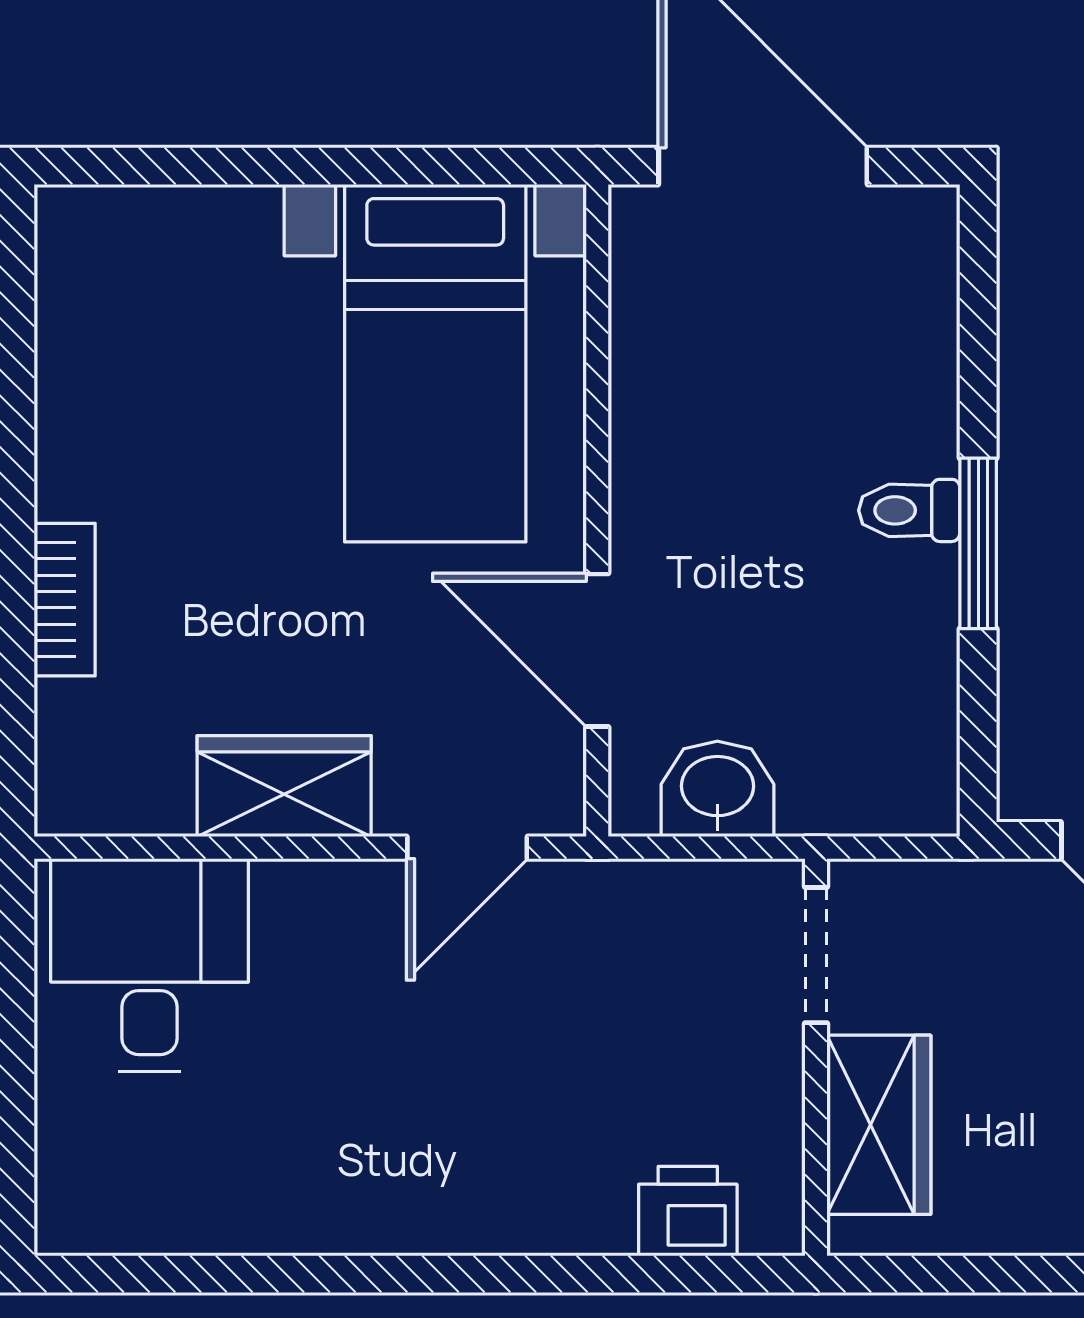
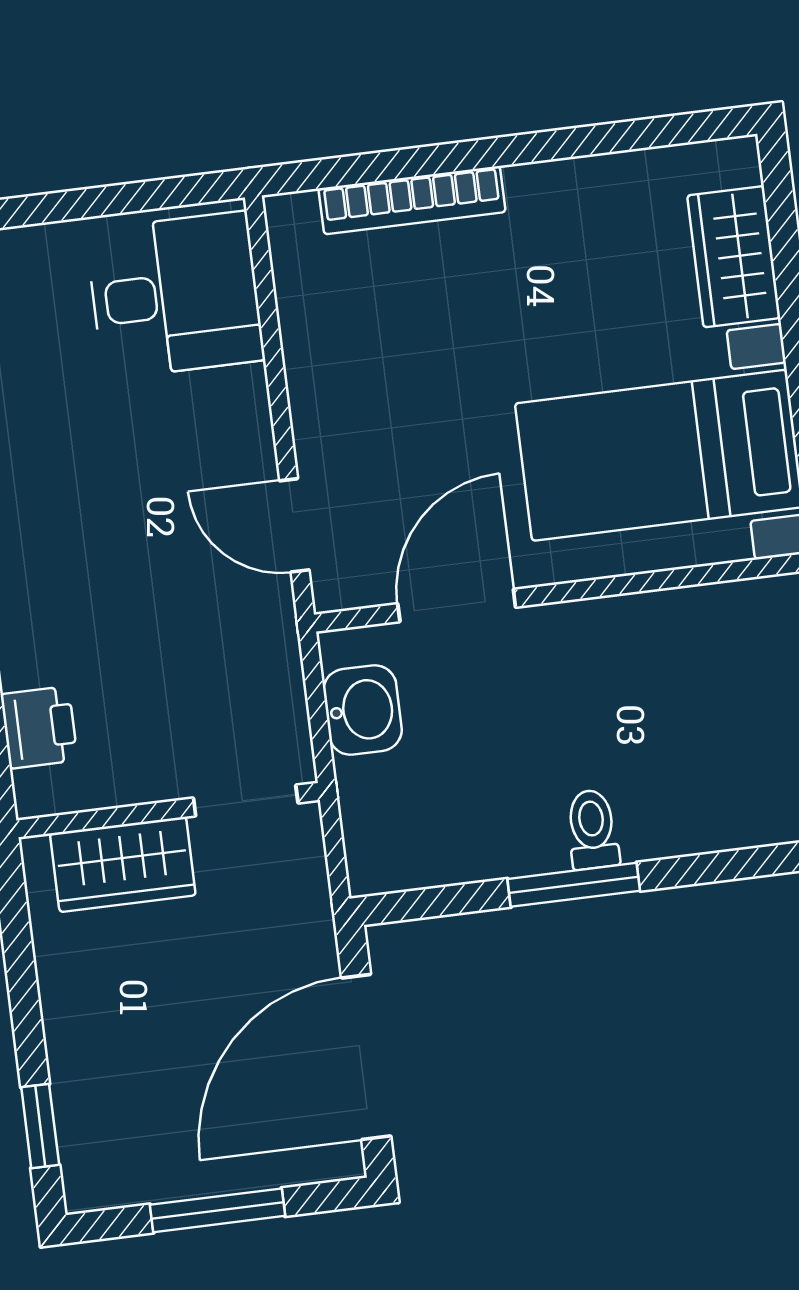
bookcase: (65, 600) -> (412, 200), width x1.56
wardrobe: (284, 786) -> (734, 257), moved, turned 180

